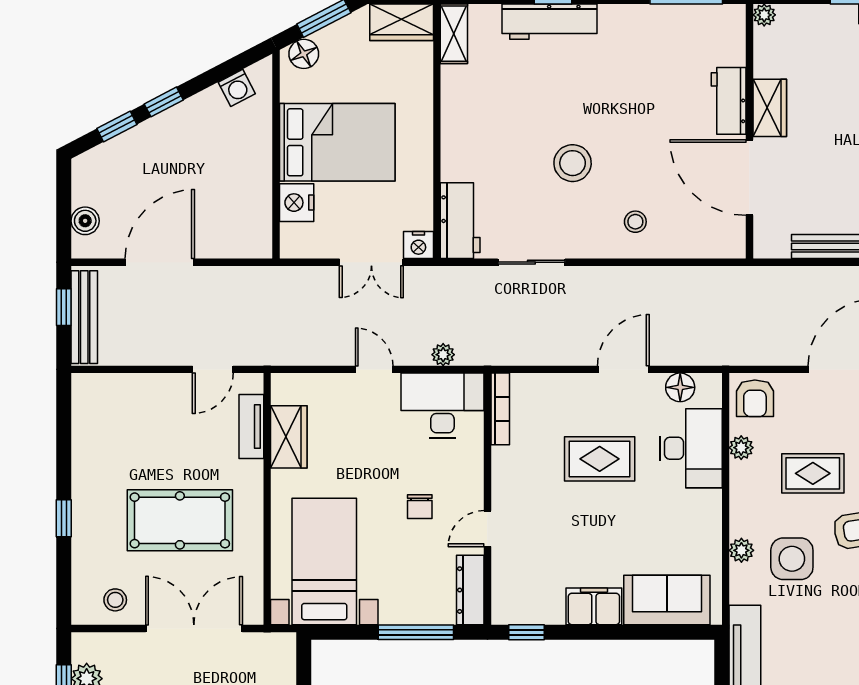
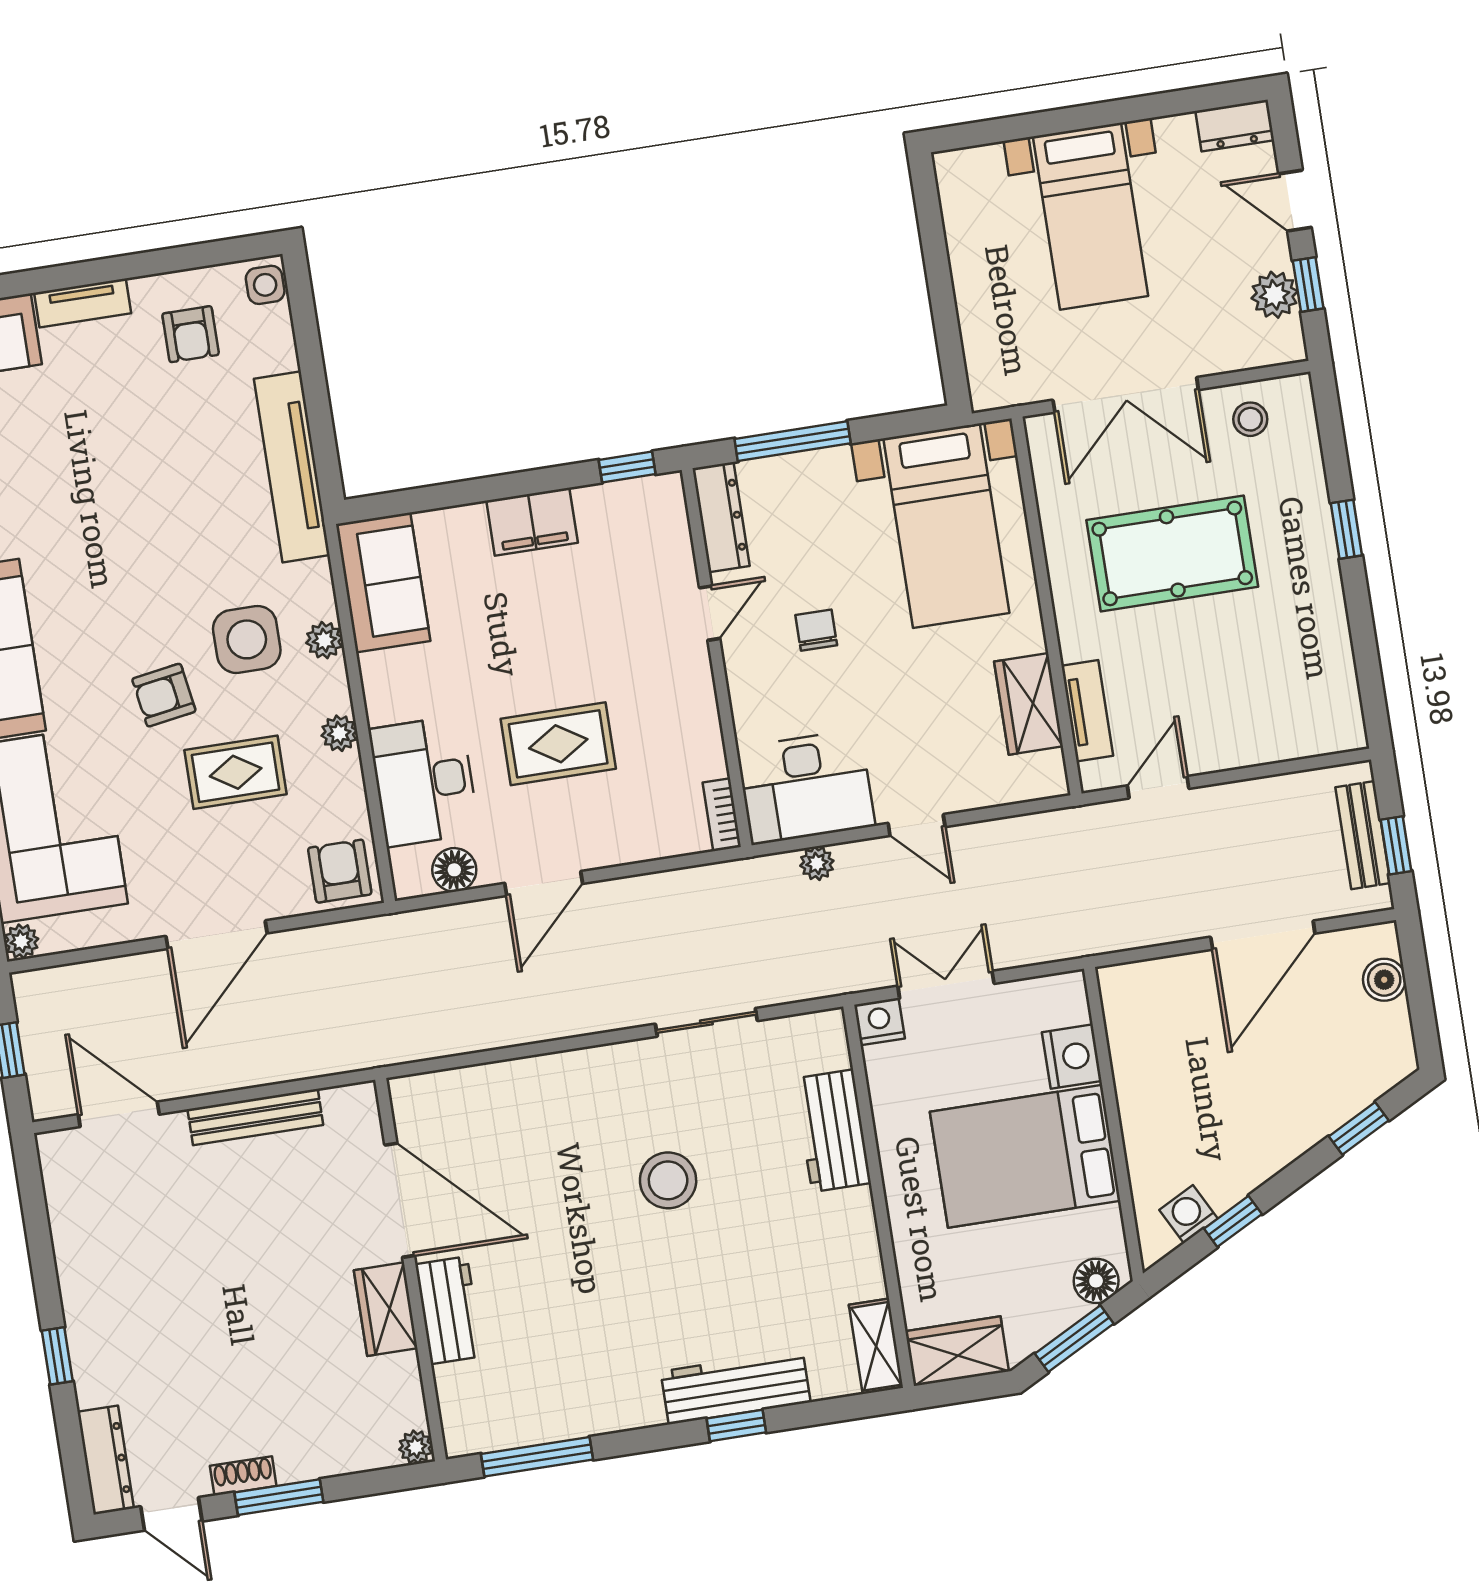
window: (164, 102) -> (1233, 1221), moved
workbench: (460, 221) -> (833, 1131), moved
stool: (635, 222) -> (560, 1107), removed
bench: (84, 317) -> (1363, 835), width x0.73
bookcase: (500, 409) -> (722, 815), width x0.64
plant: (741, 448) -> (339, 733), moved
sofa: (667, 600) -> (383, 583), moved, turned -90

